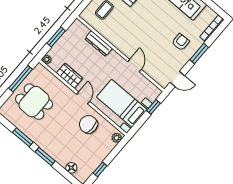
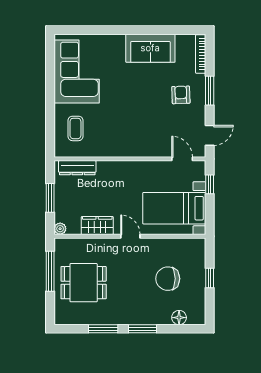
dresser: (99, 44) -> (77, 168), moved
door: (135, 66) -> (182, 159), moved
chair: (88, 124) -> (168, 279), moved
plant: (117, 138) -> (199, 248), removed
window: (100, 169) -> (210, 278), moved

